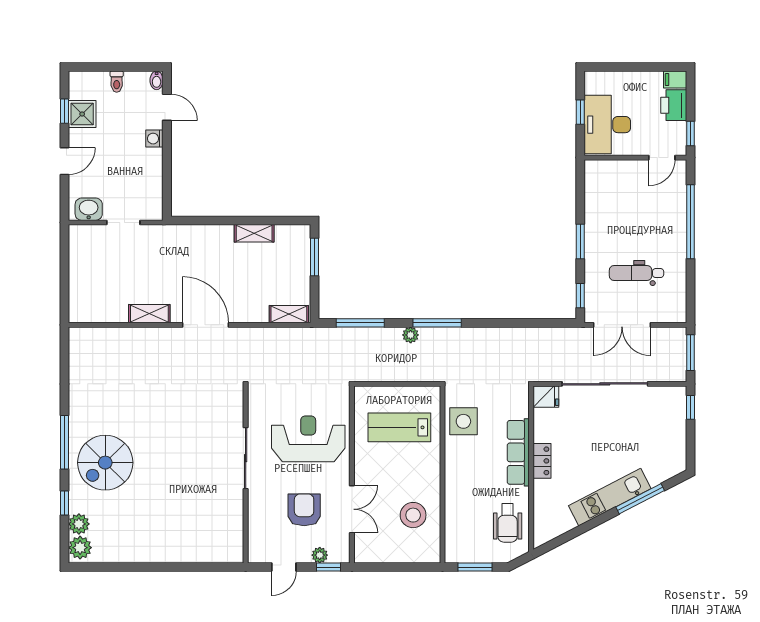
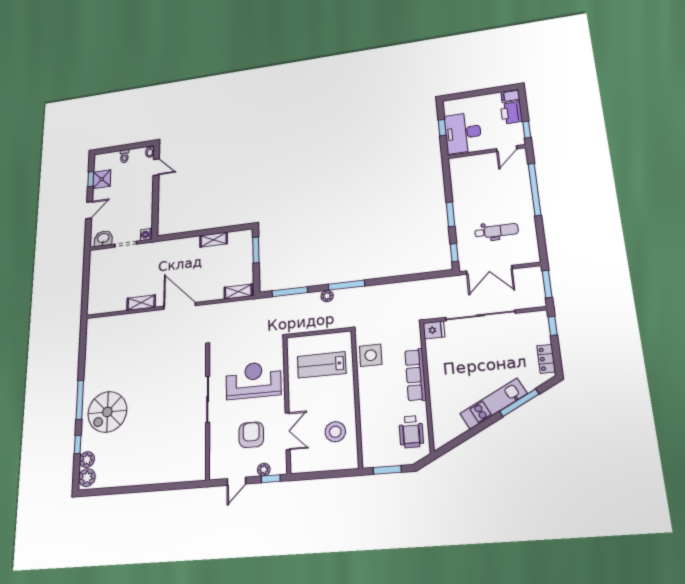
washing machine: (154, 139) -> (146, 234), moved
dental chair: (636, 273) -> (496, 231), turned 180
locker: (542, 461) -> (546, 359), moved, turned 180

